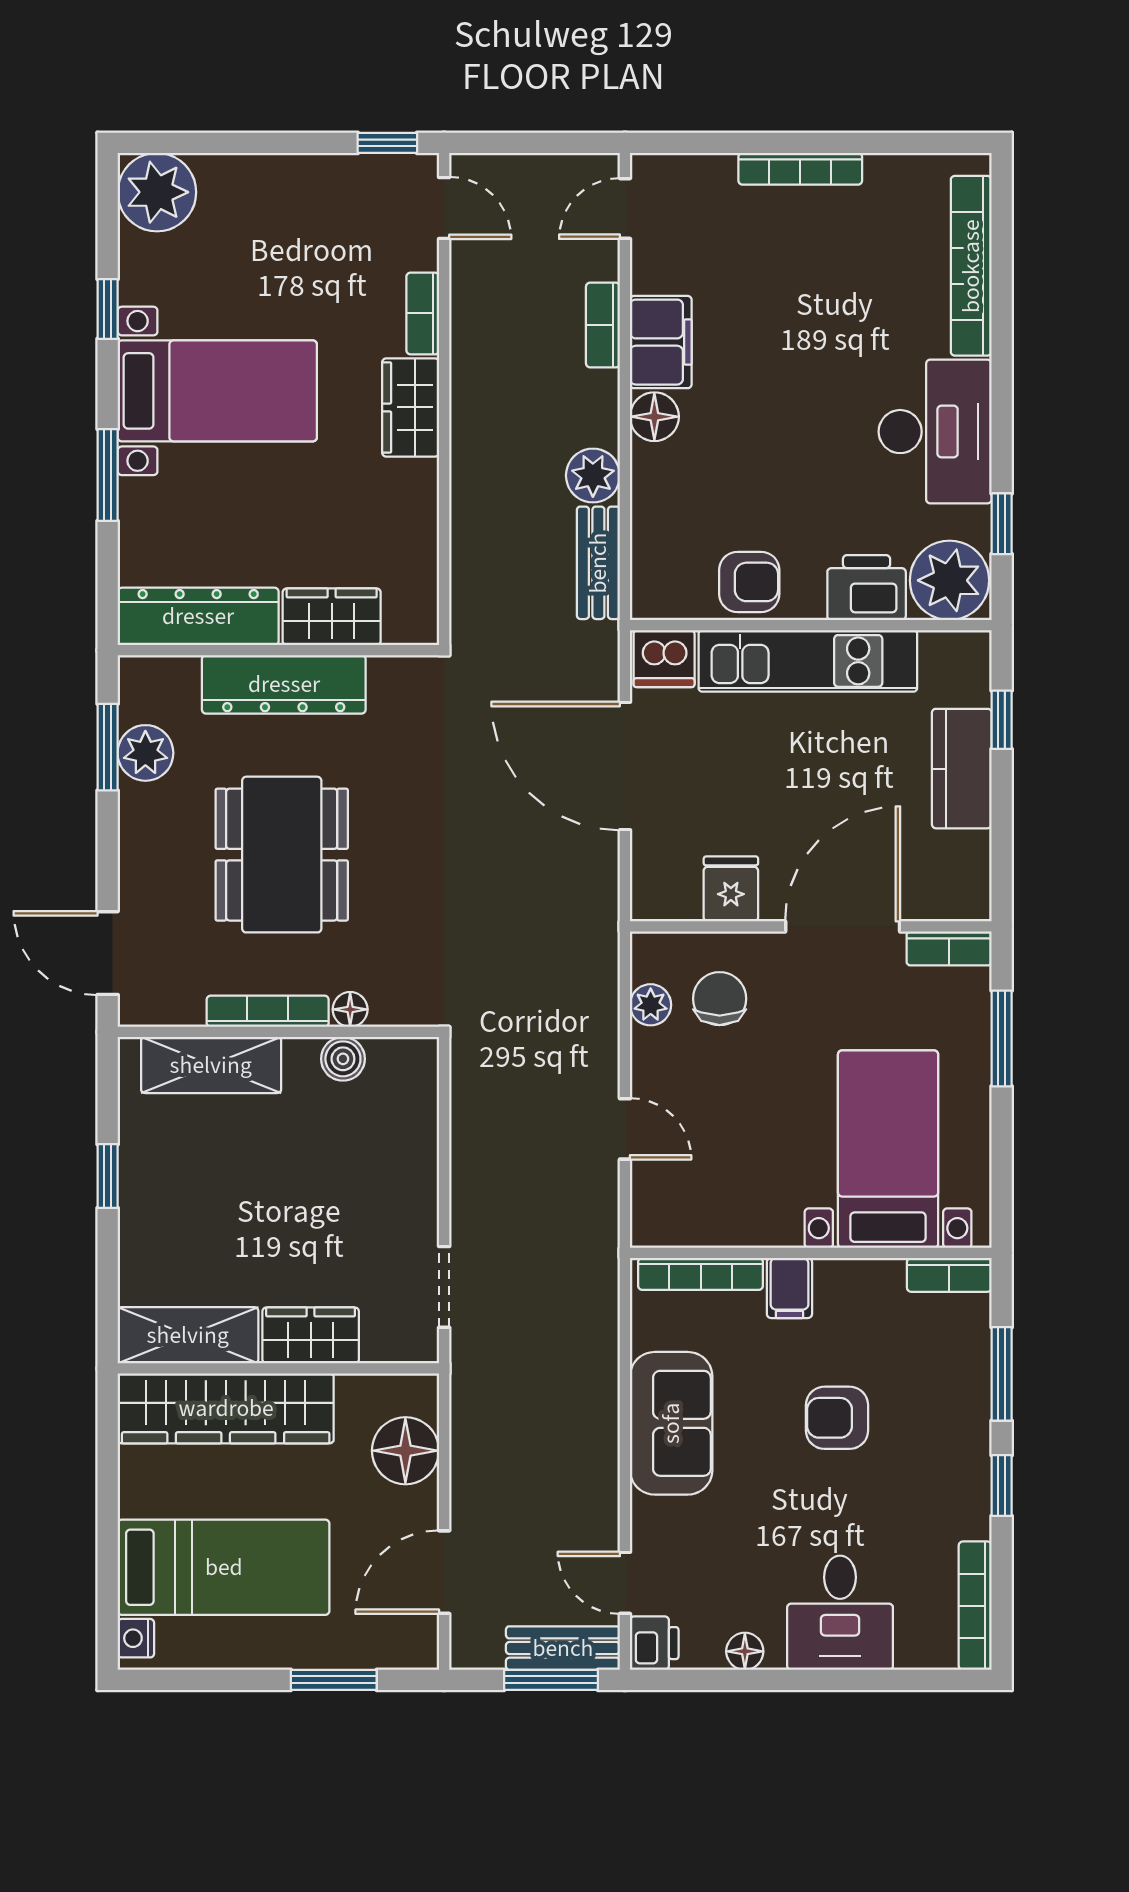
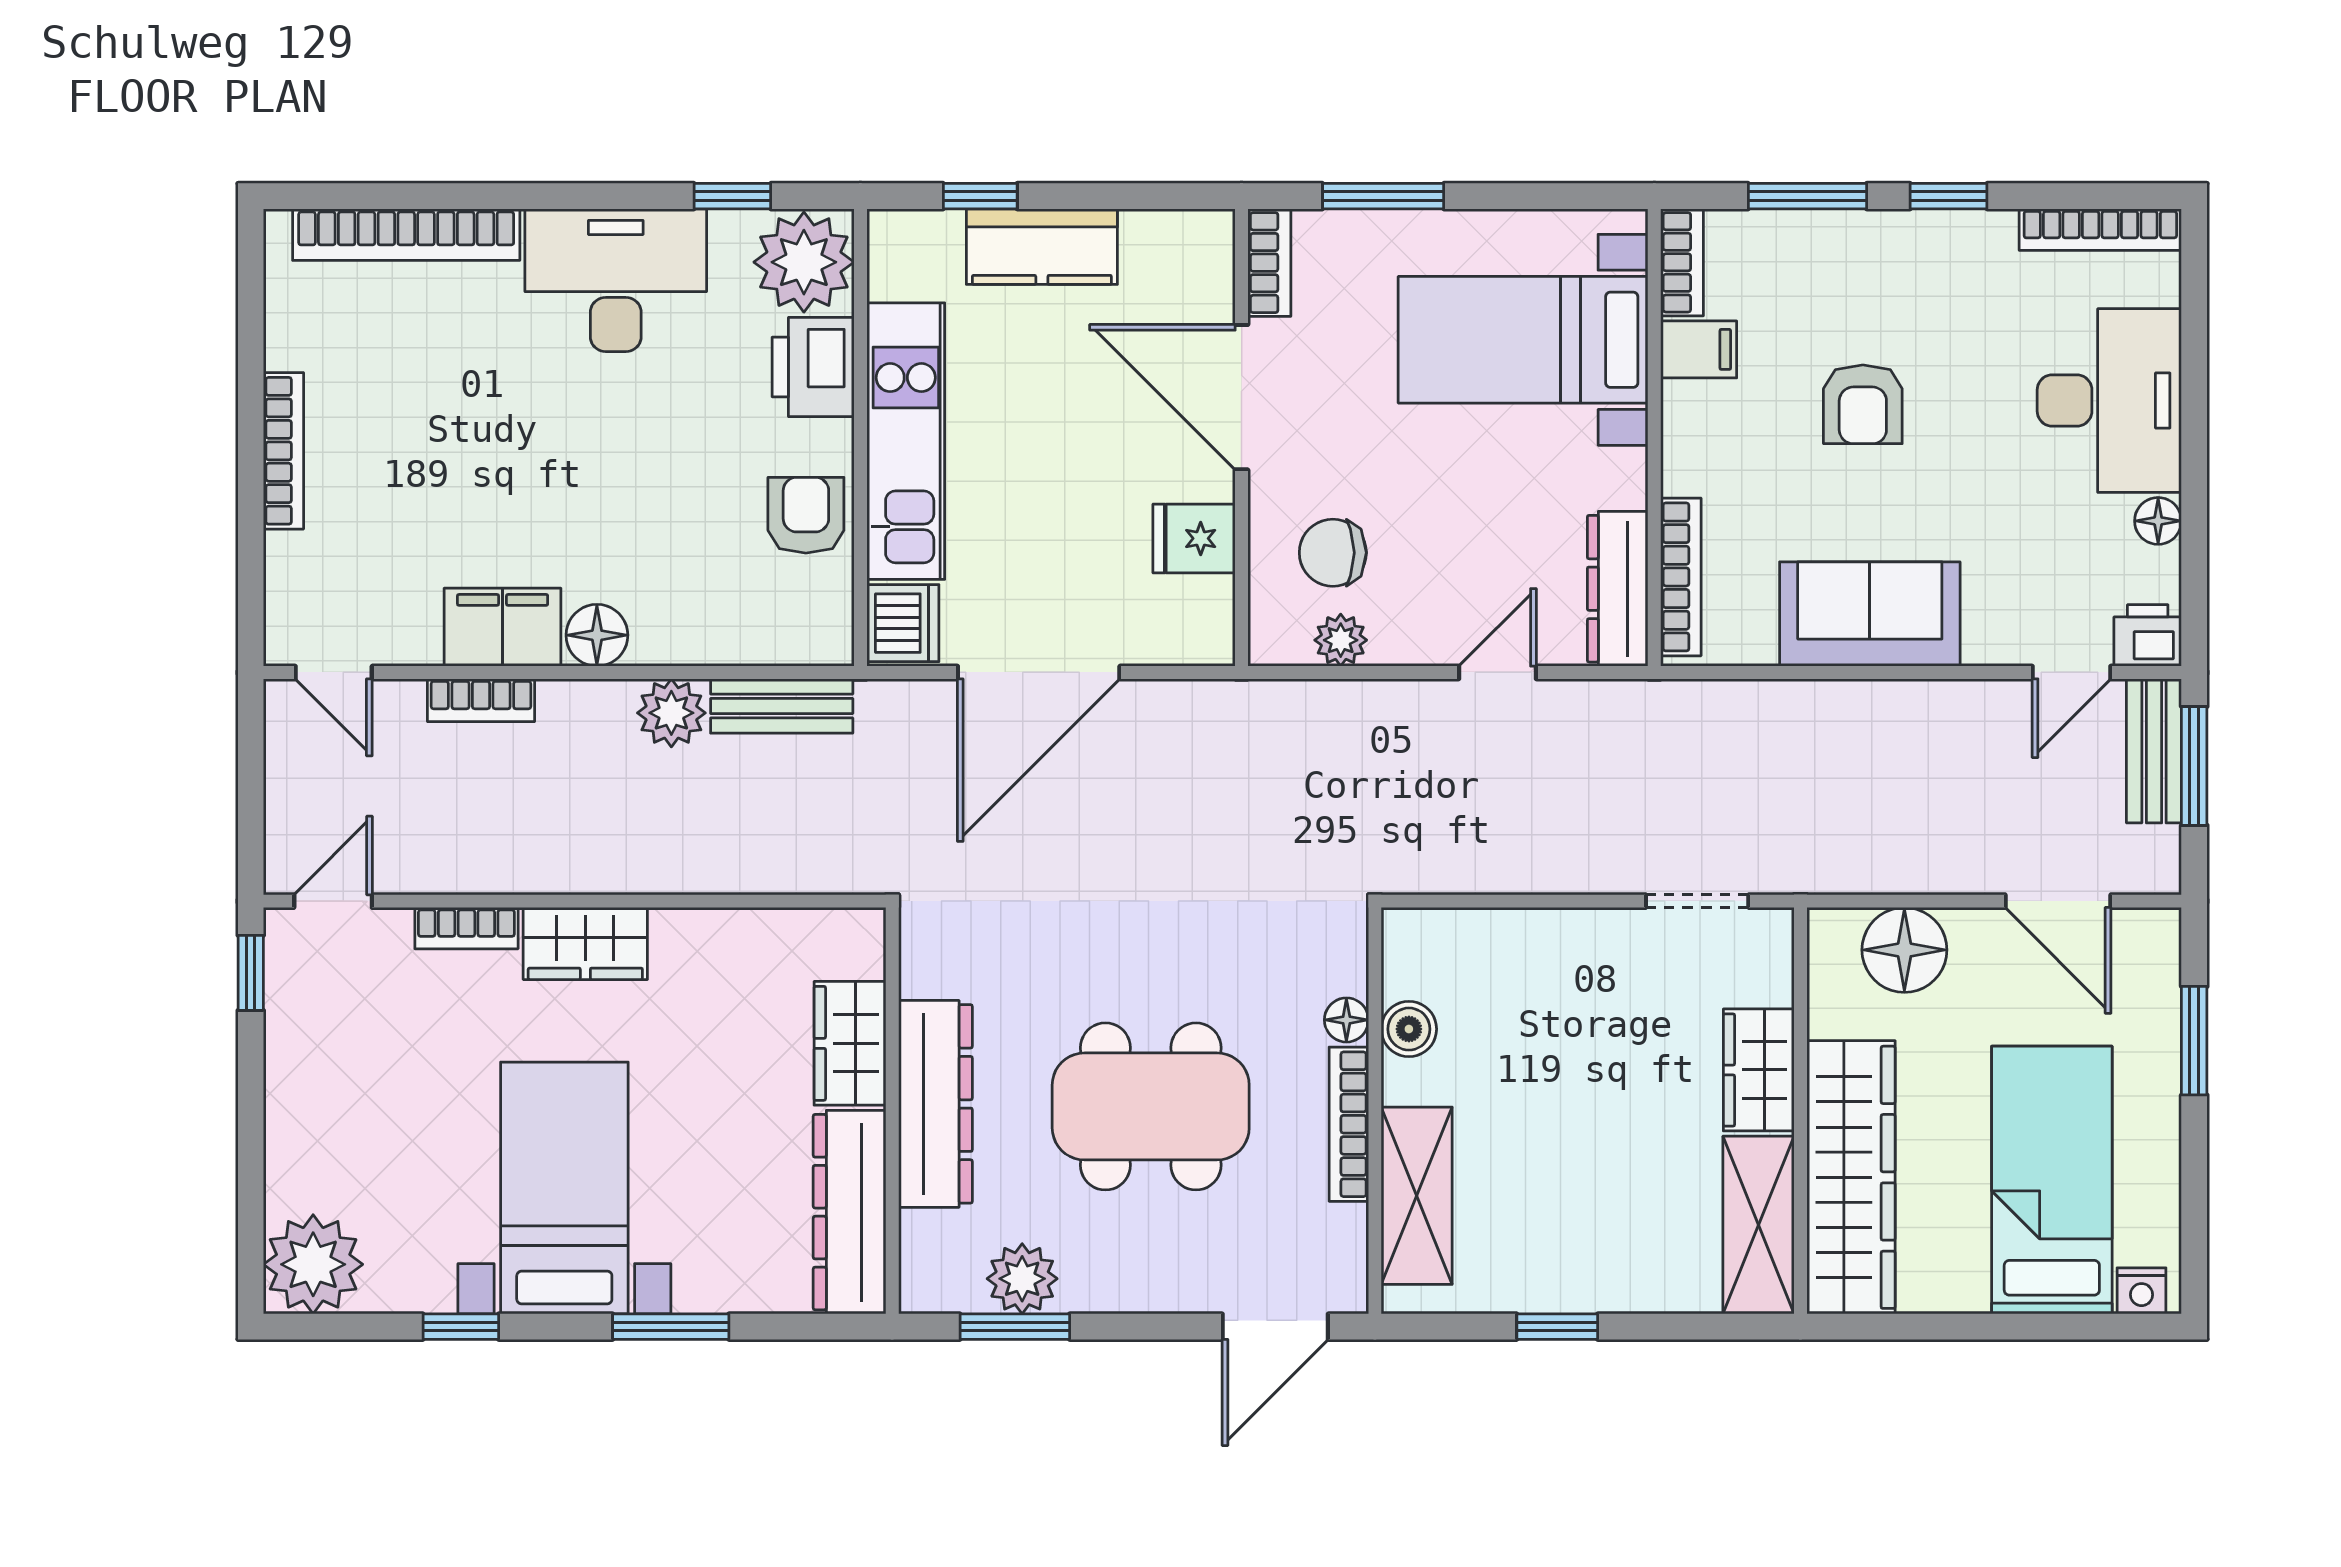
dresser: (691, 1224) -> (1618, 589), added
filing cabinet: (789, 1288) -> (1699, 349), moved
desk: (840, 1613) -> (2109, 401), width x1.37

